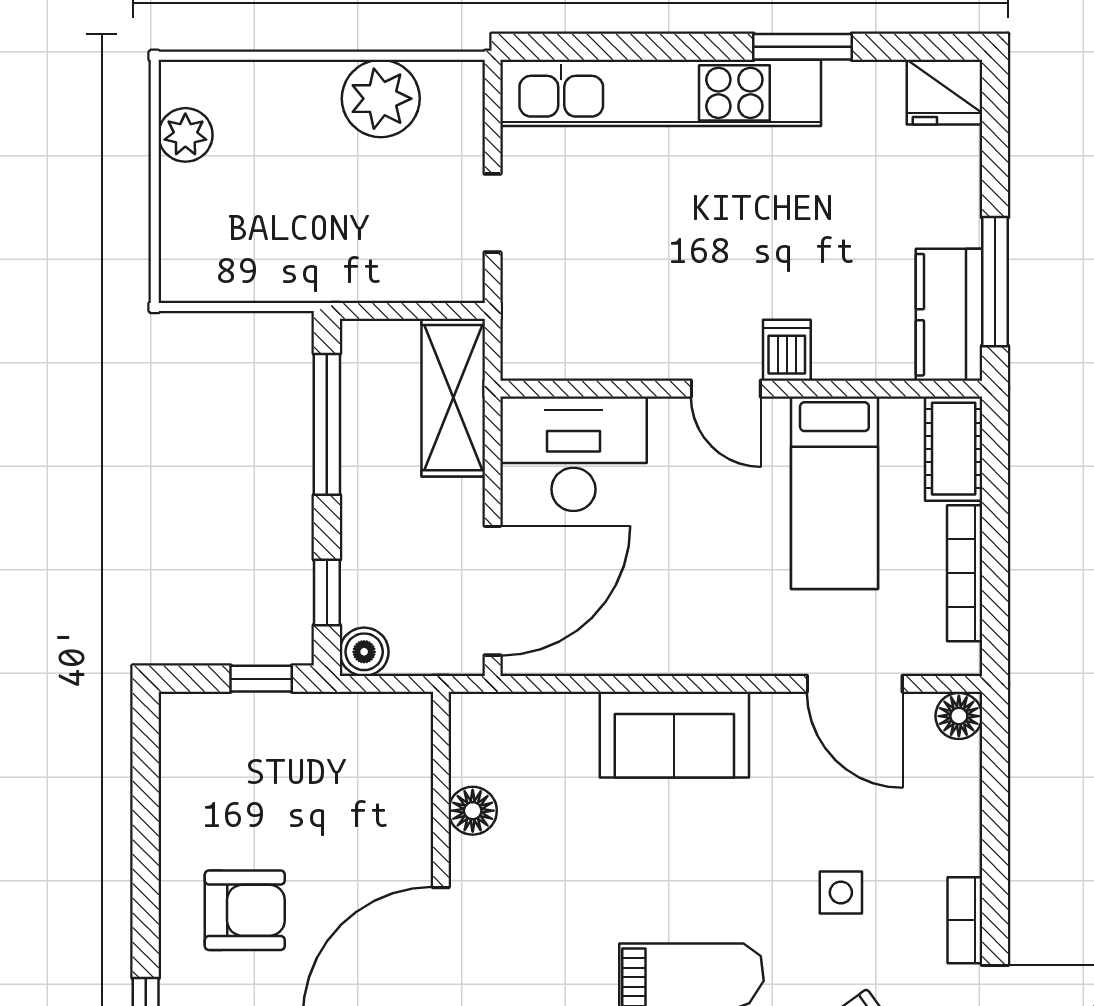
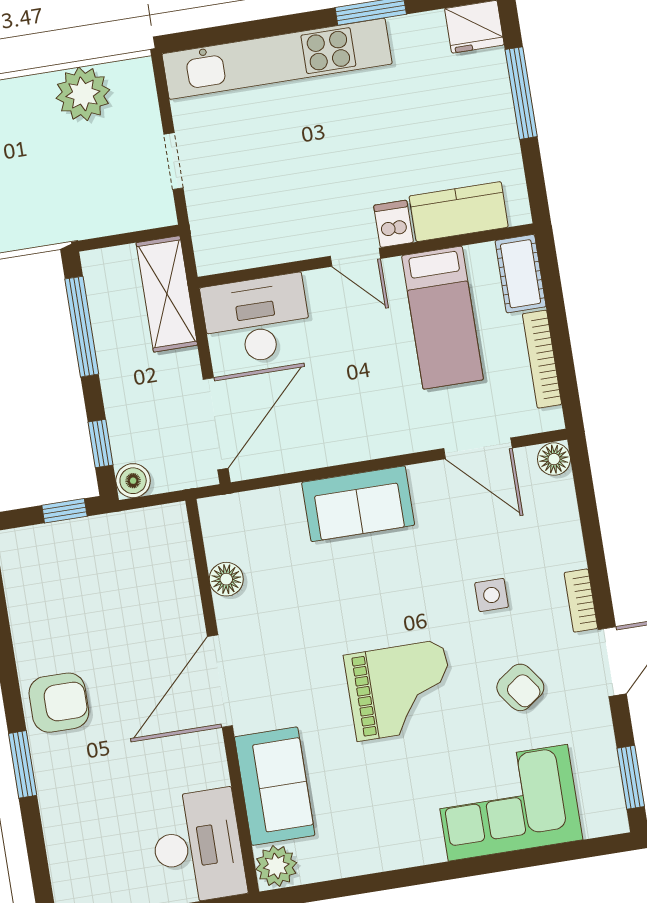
window: (995, 282) -> (521, 93), moved
kitchen counter: (949, 315) -> (459, 212), moved, turned 90
armchair: (245, 910) -> (59, 703), moved

